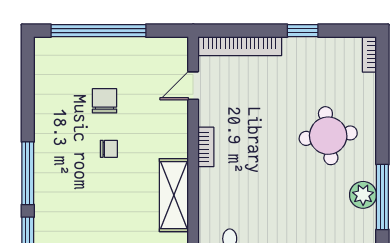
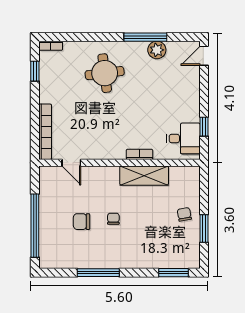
window: (303, 31) -> (35, 71), moved
bookcase: (206, 147) -> (139, 154), moved
window: (28, 173) -> (98, 273), moved
plant: (363, 195) -> (157, 50), moved

